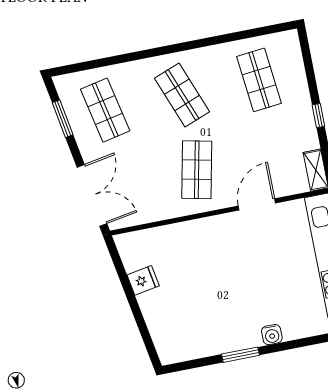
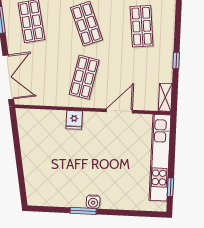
fridge: (143, 280) -> (74, 120), moved, turned 100
water cooler: (272, 335) -> (93, 202), moved

